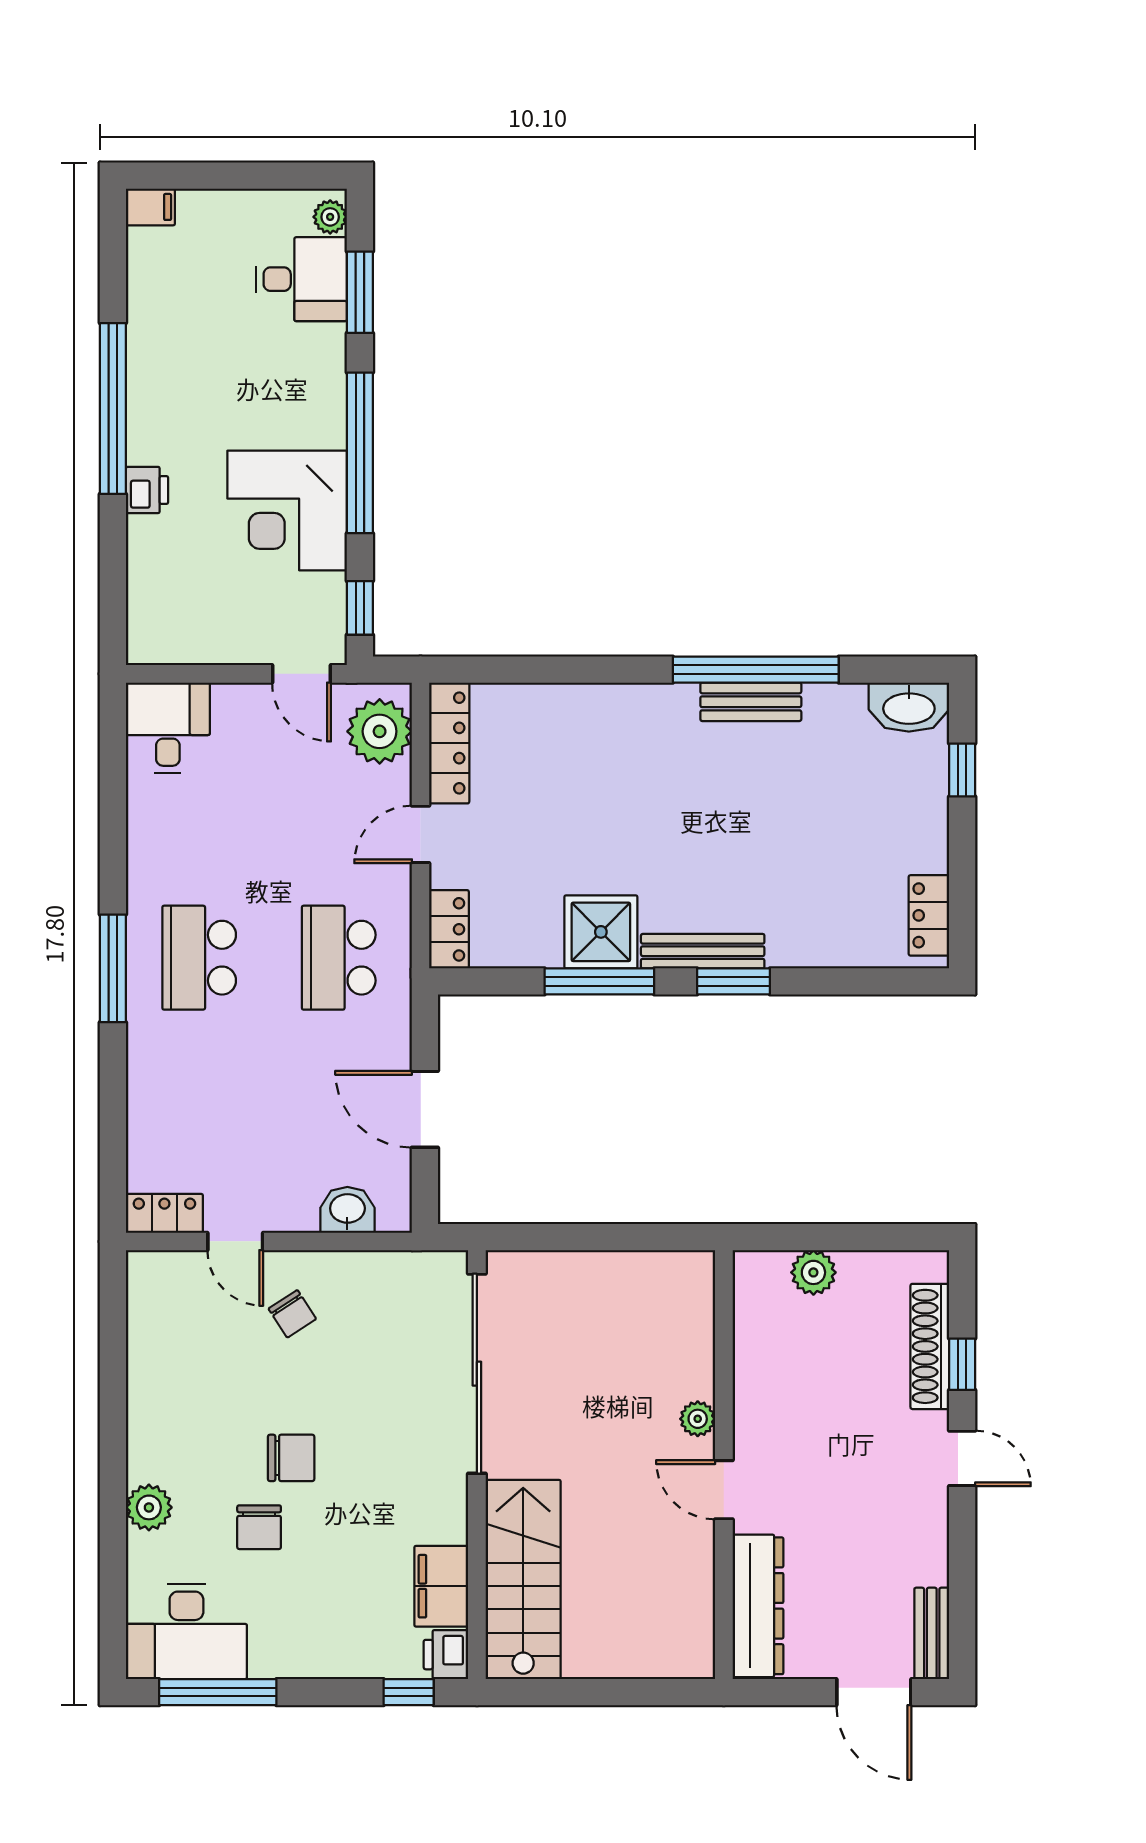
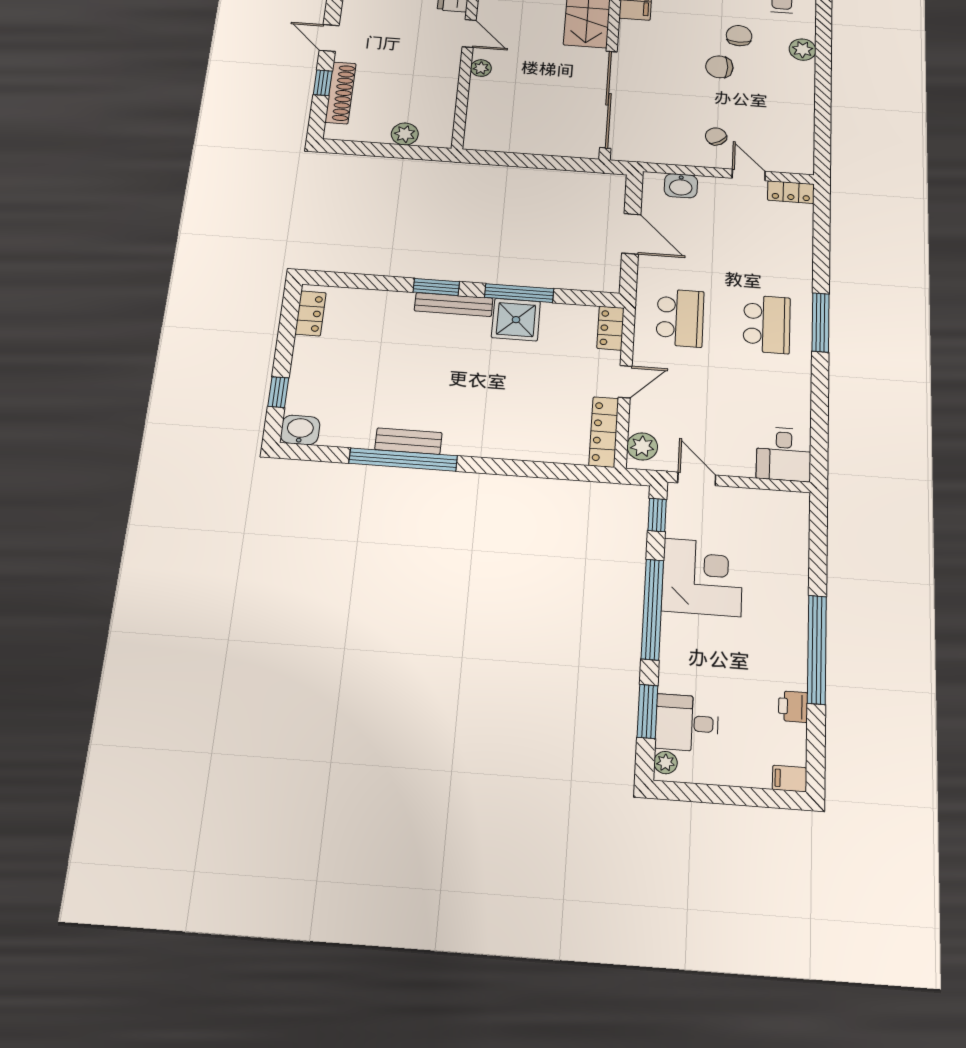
printer: (147, 490) -> (793, 707), moved
washbasin: (909, 707) -> (300, 430), width x0.72
plant: (380, 731) -> (642, 446), width x0.73, depth x0.73

